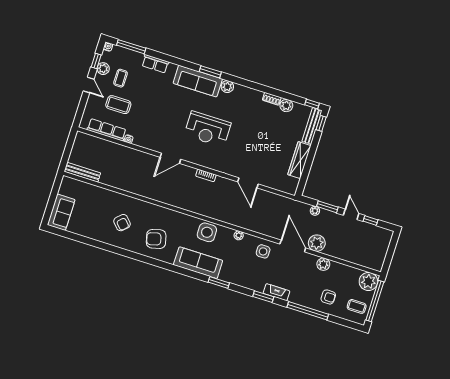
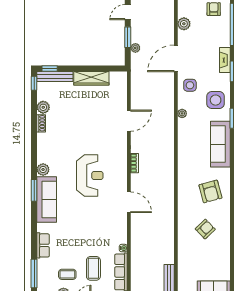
side table: (207, 232) -> (216, 100), moved
plant: (317, 243) -> (166, 36), removed

